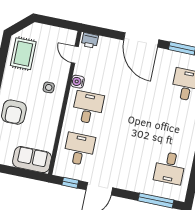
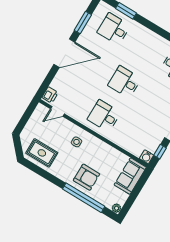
water cooler: (78, 82) -> (147, 157), moved
desk: (79, 149) -> (125, 82), moved

